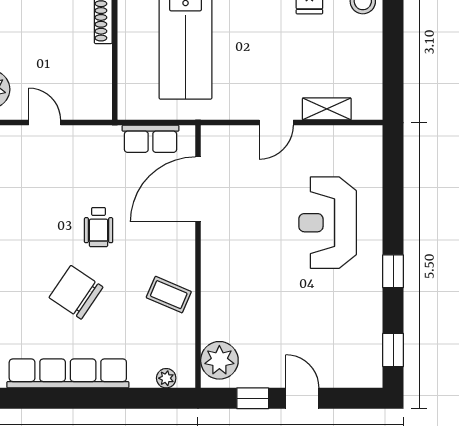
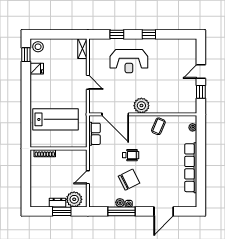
shelving: (327, 109) -> (82, 49), moved
chair: (76, 292) -> (129, 180), moved, turned -151
window: (393, 350) -> (117, 34), moved
plant: (219, 360) -> (141, 106), moved

